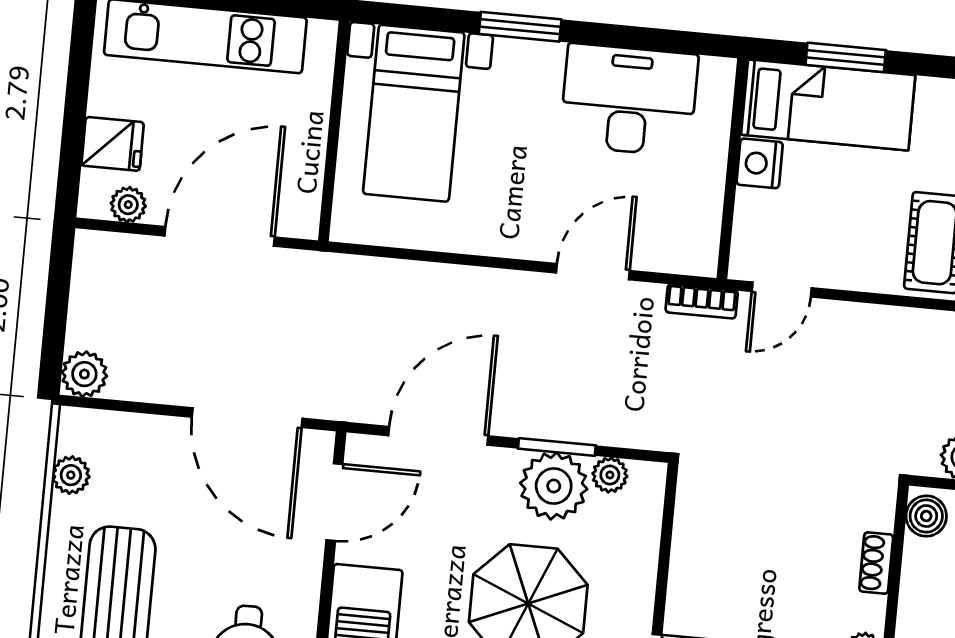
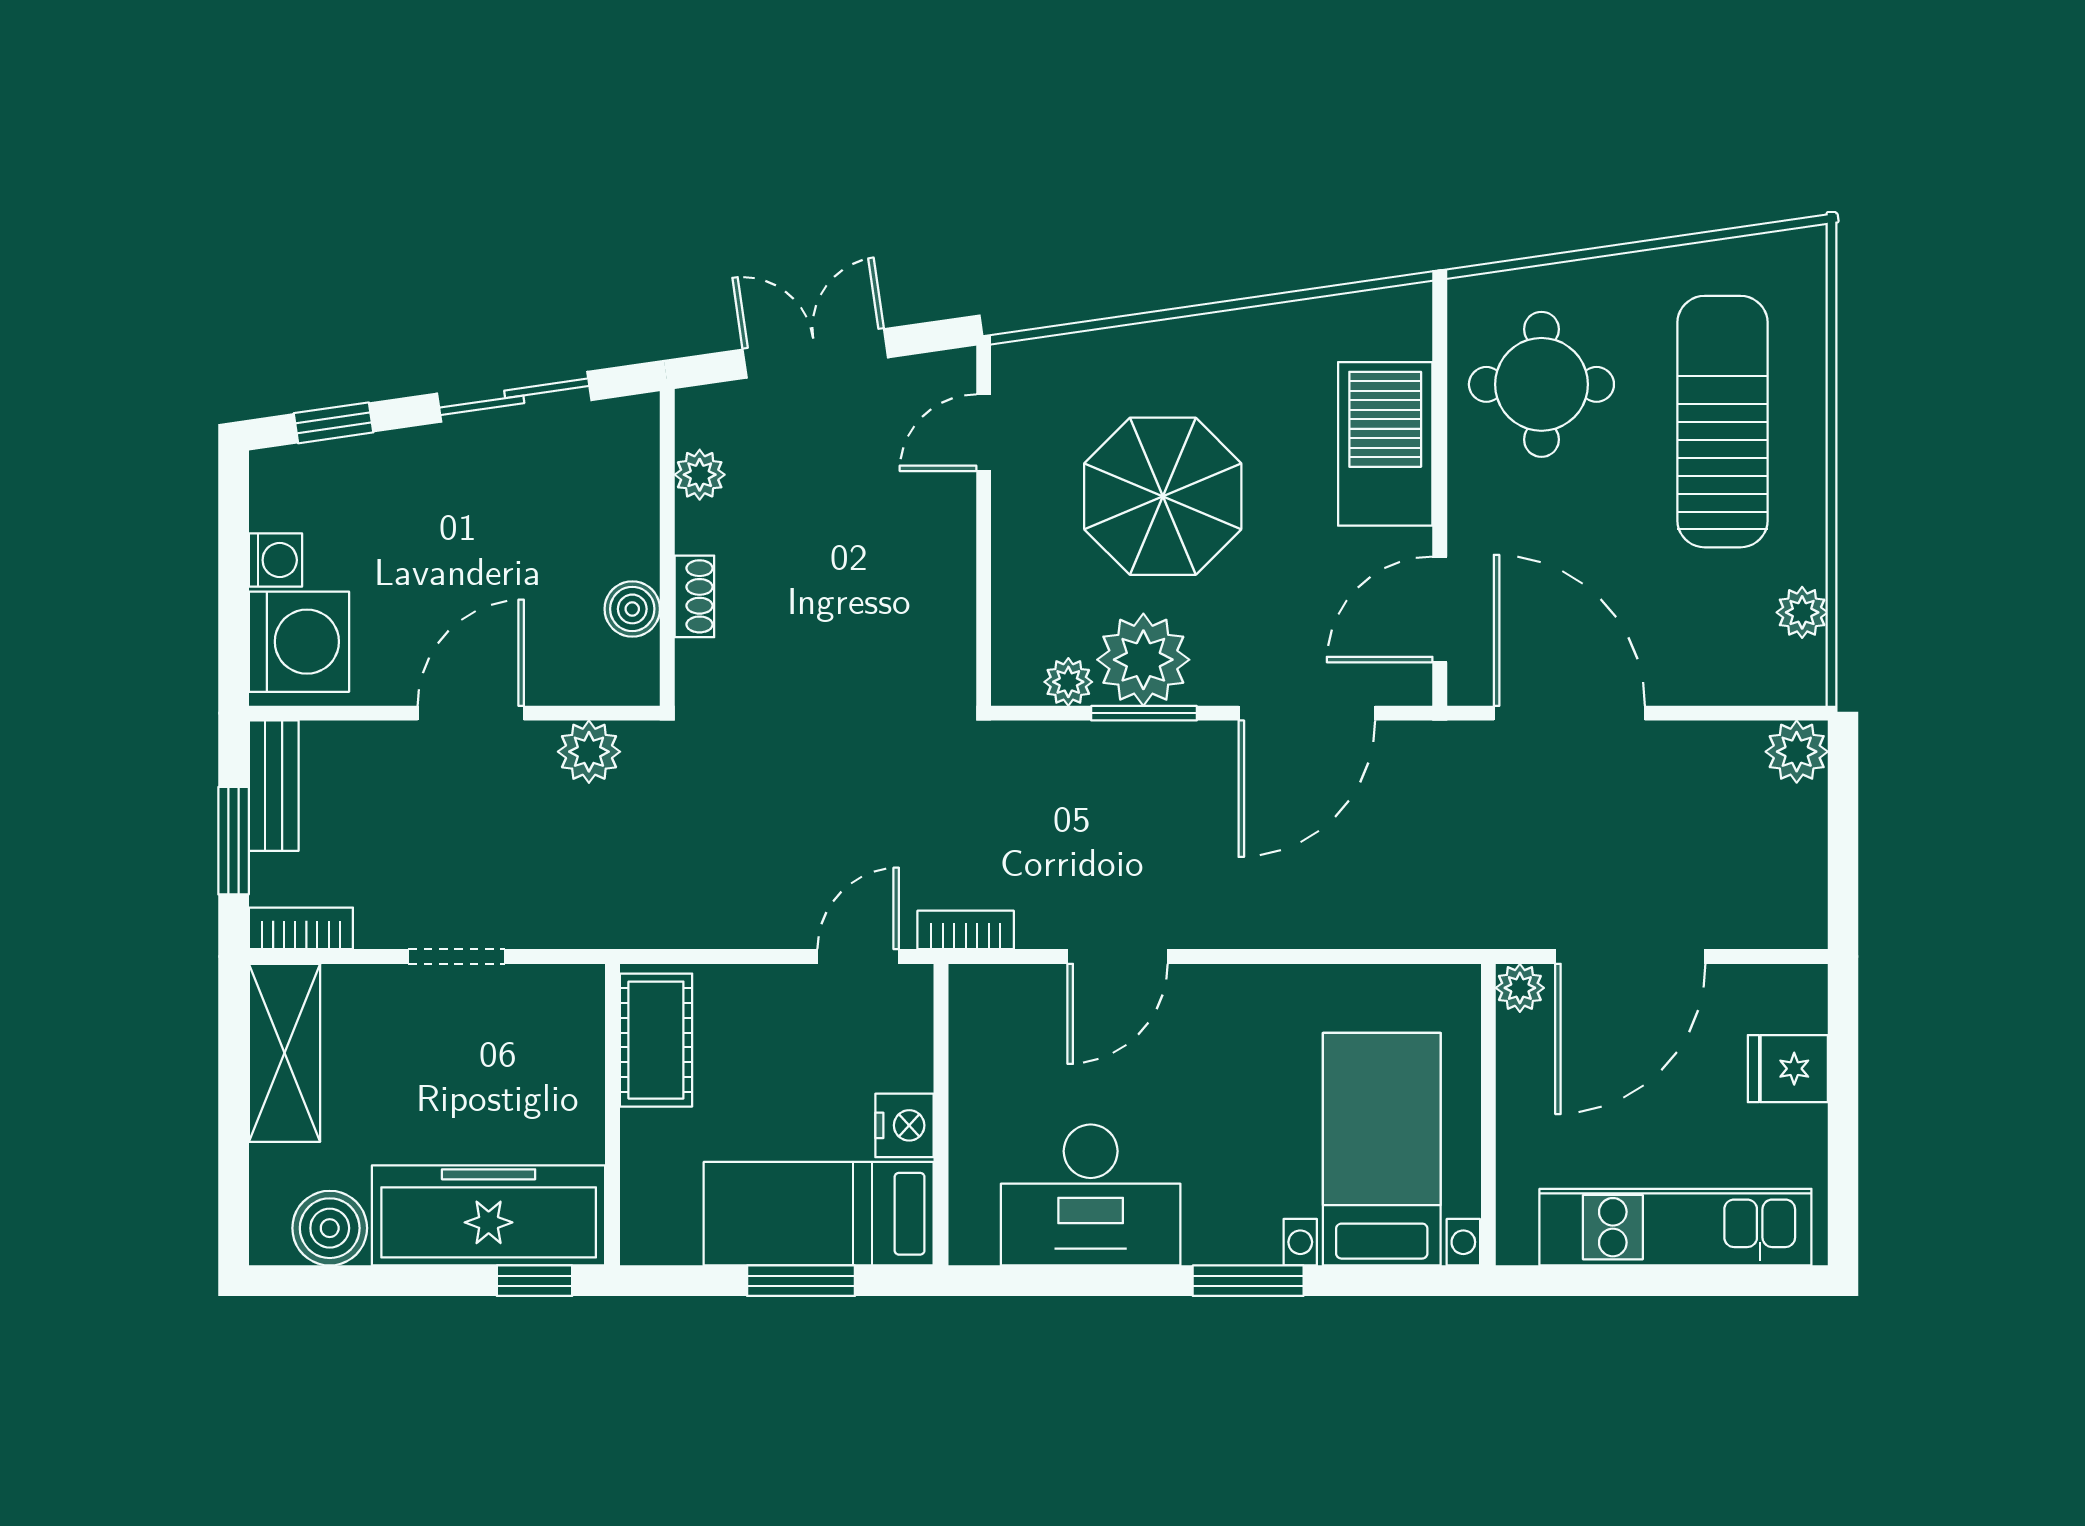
plant: (128, 205) -> (1520, 988), moved
boiler: (926, 516) -> (632, 609), moved

